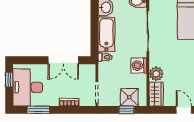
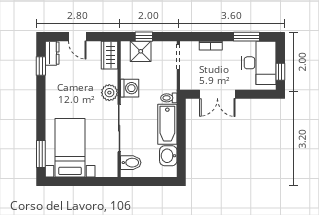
double door: (63, 60) -> (217, 94), swing flipped
plant: (156, 74) -> (109, 93), moved

